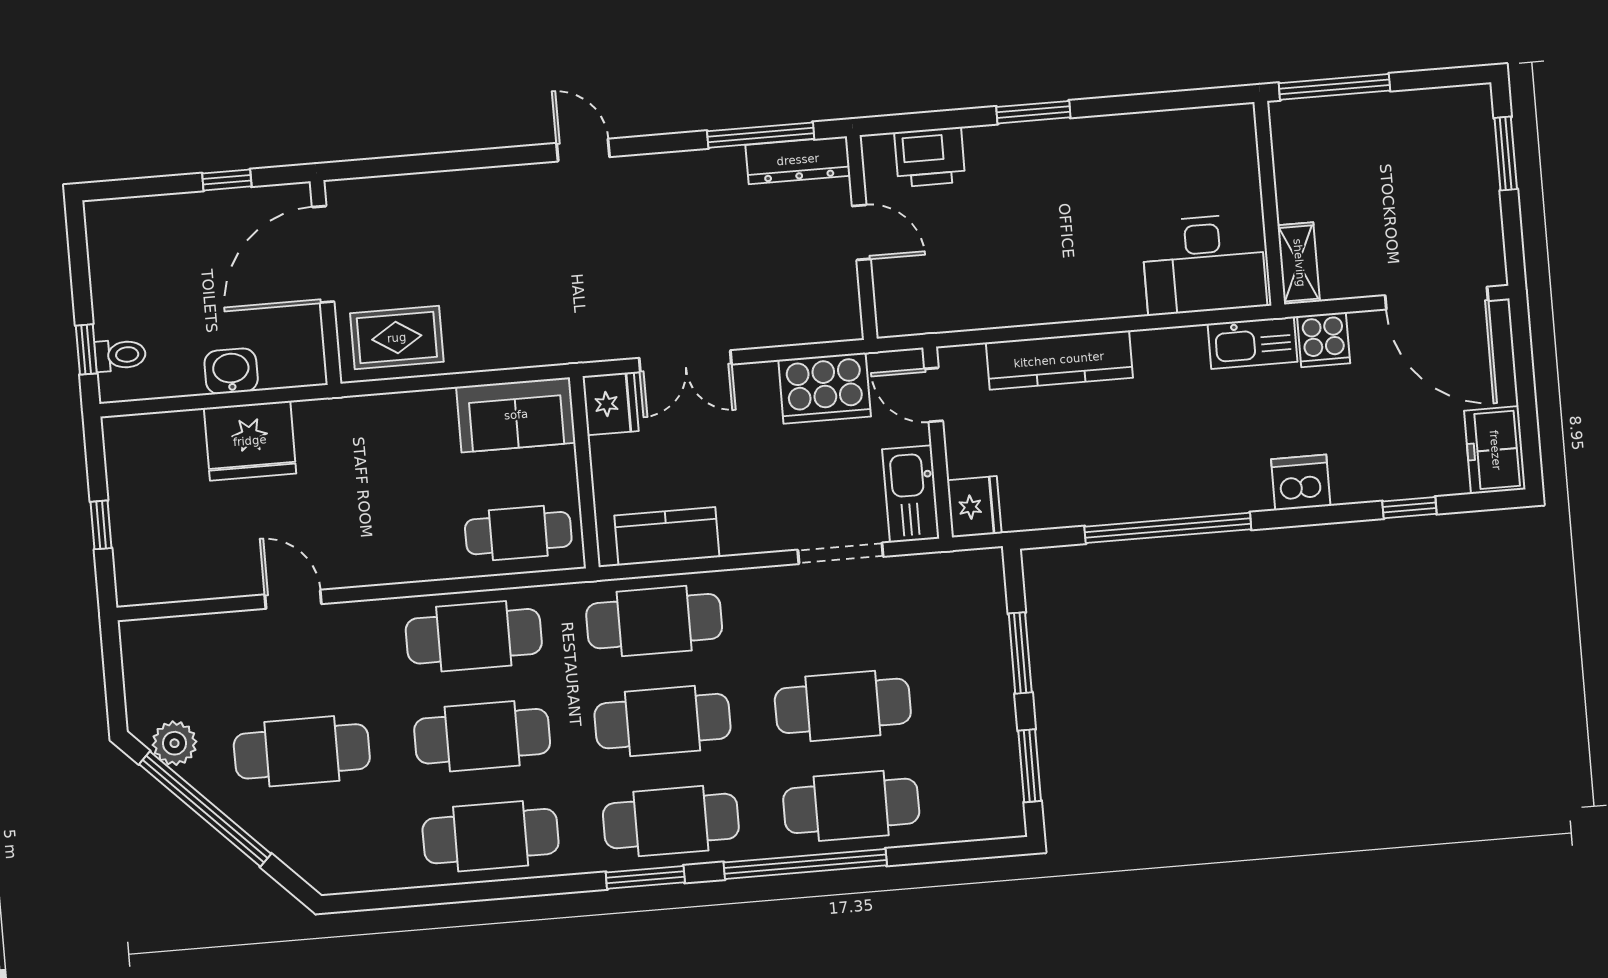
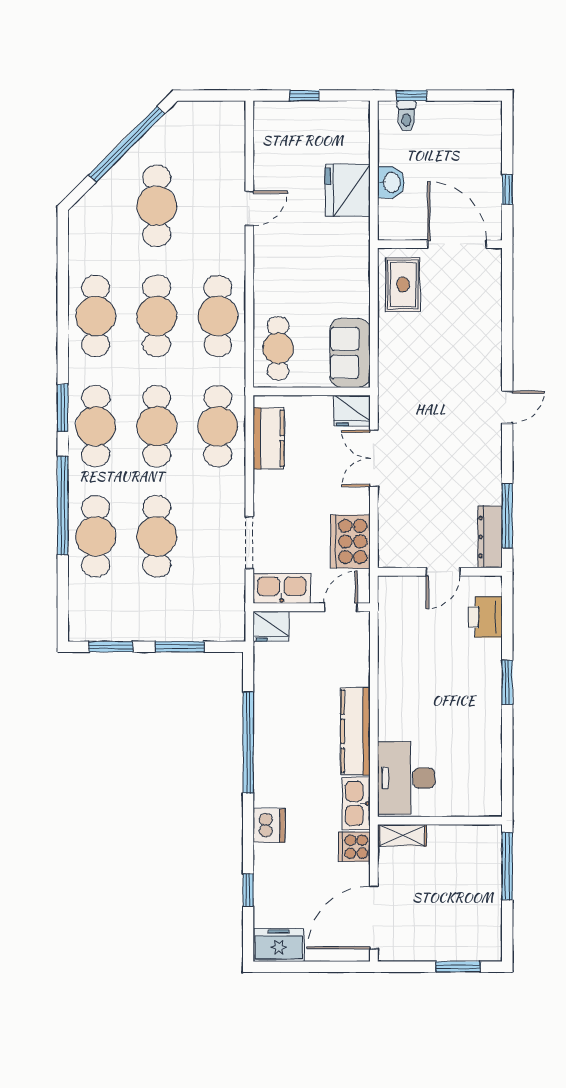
kitchen counter: (1059, 360) -> (355, 731), moved
plant: (174, 743) -> (168, 129), removed

